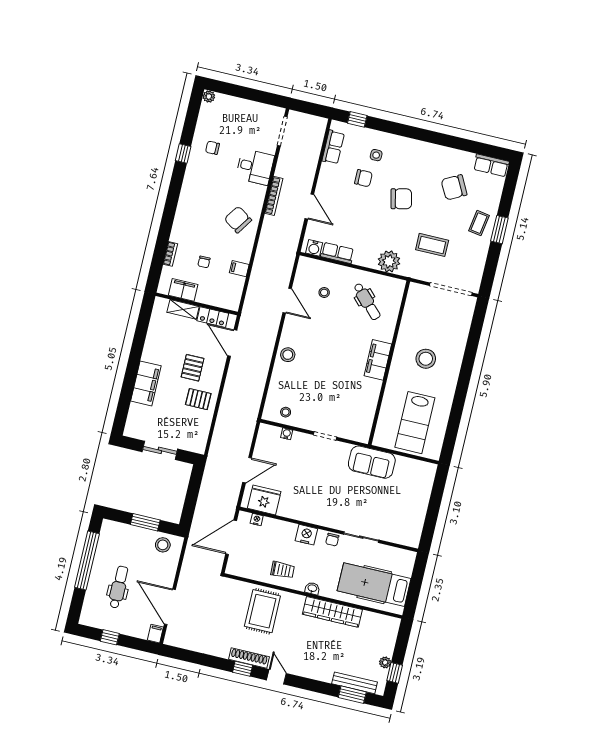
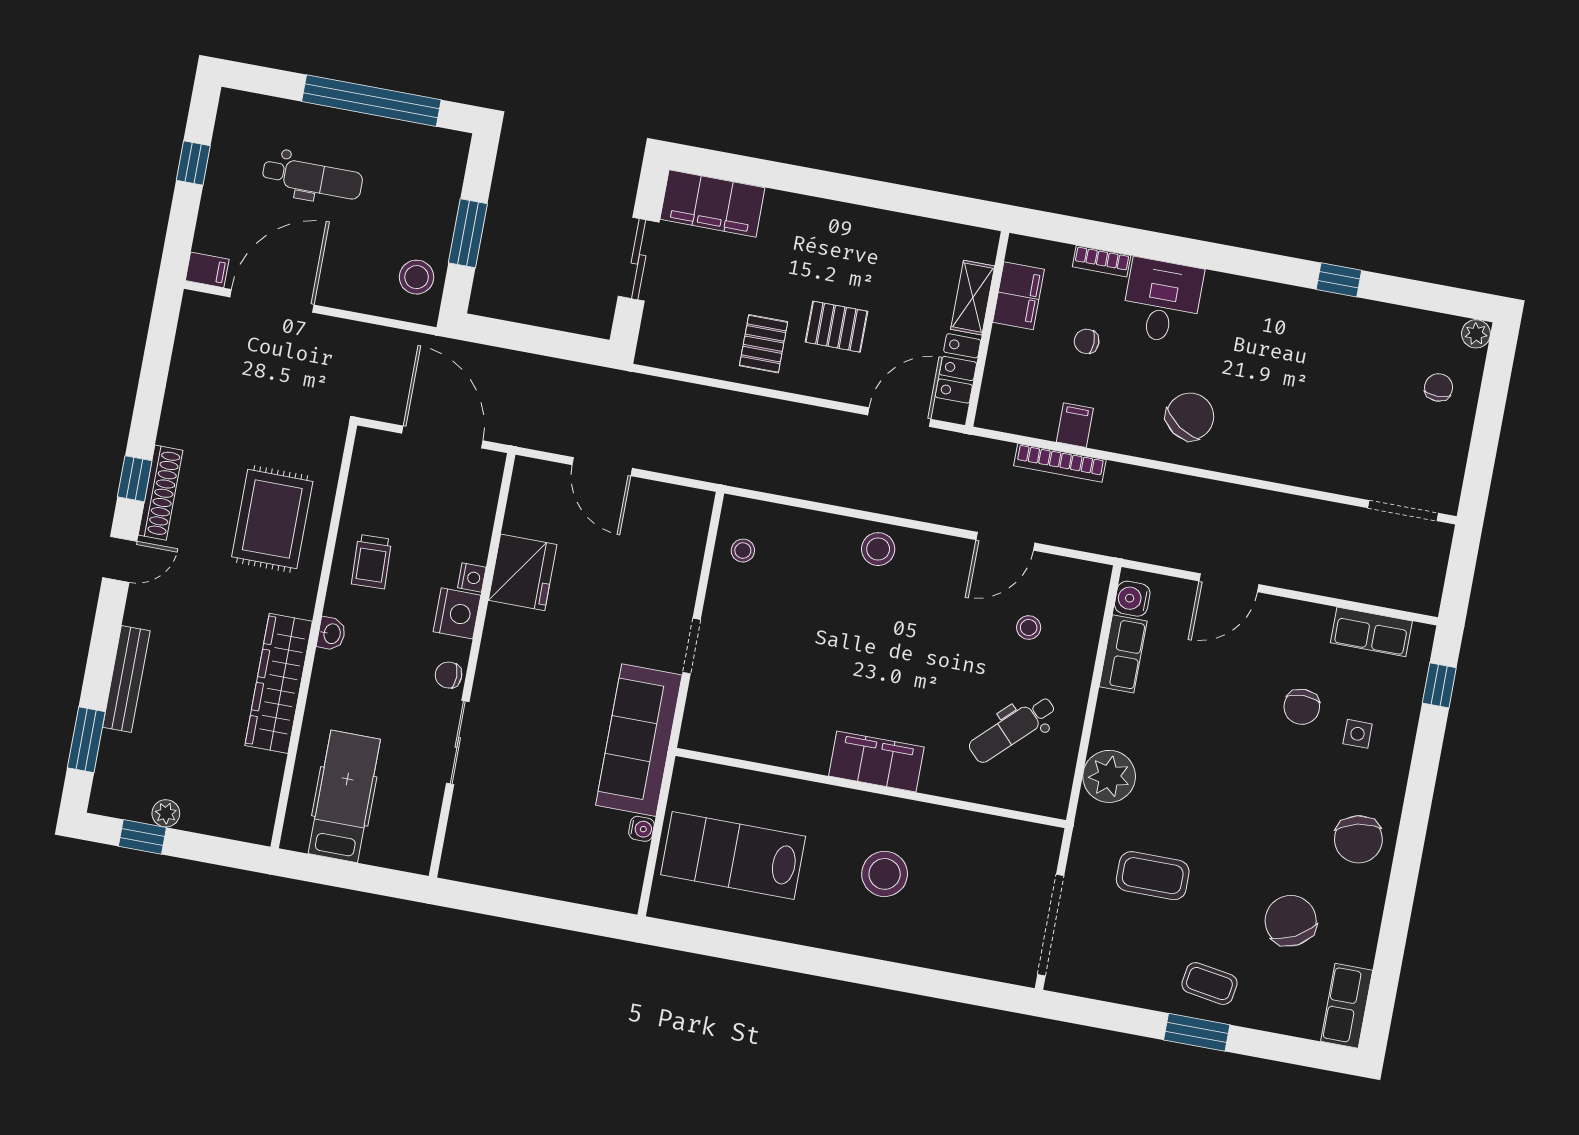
chair: (212, 148) -> (1439, 387), moved
desk: (255, 167) -> (1162, 301), moved, turned 180
bookcase: (274, 196) -> (1060, 463), moved
chair: (401, 199) -> (1358, 839), moved
coffee table: (432, 245) -> (1153, 876), turned 90
filing cabinet: (146, 383) -> (712, 203), moved
water cooler: (287, 434) -> (641, 829), moved
sofa: (372, 462) -> (639, 740), width x1.36
fridge: (264, 500) -> (523, 572), moved
nightstand: (257, 520) -> (472, 578), moved
hospital bed: (374, 585) -> (344, 796), width x0.73, depth x0.78
rug: (262, 611) -> (272, 519), turned 90
bench: (355, 683) -> (126, 679), moved

